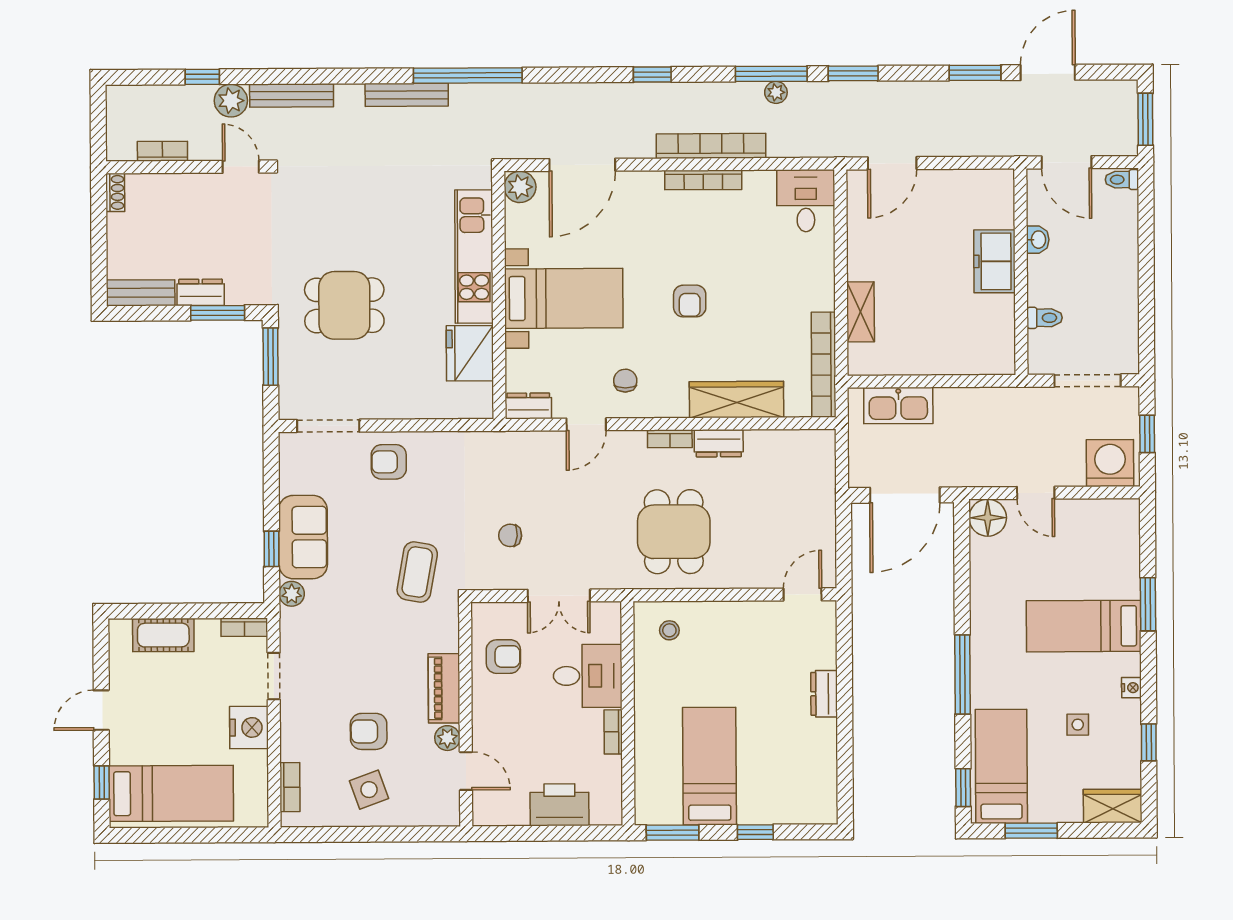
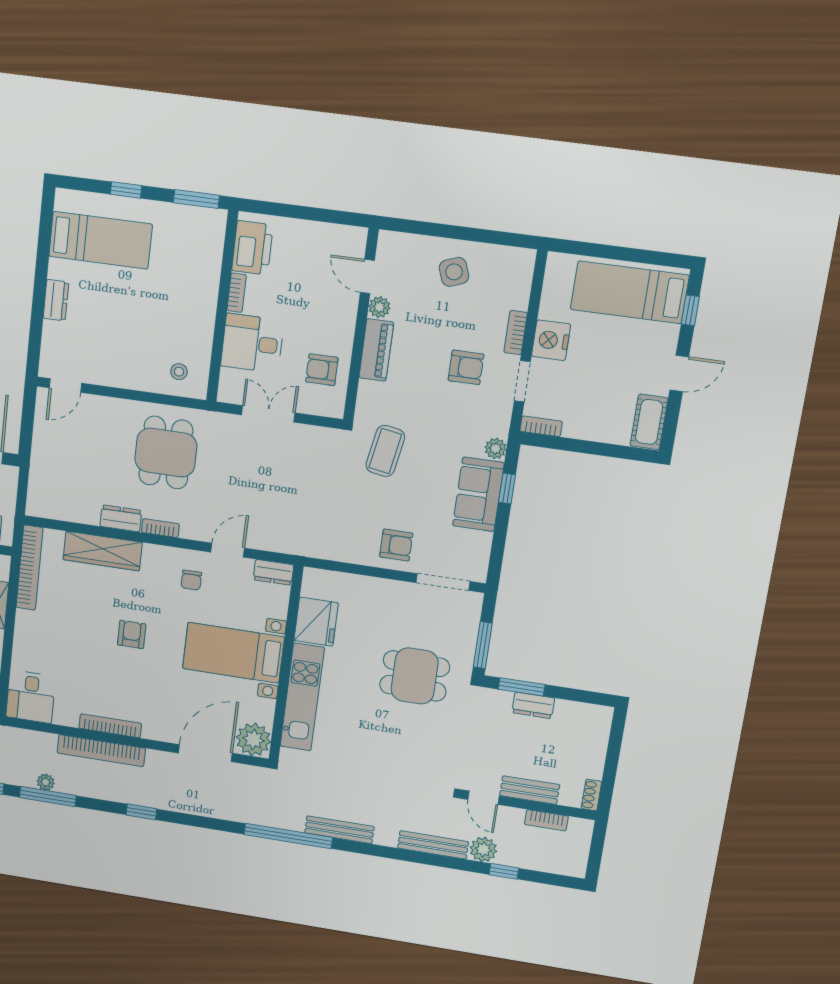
plant: (520, 187) -> (253, 739), width x1.36, depth x1.36
bench: (141, 293) -> (530, 790), moved
chair: (510, 535) -> (303, 470), removed
cot: (163, 635) -> (649, 422), moved, turned 90
armchair: (369, 731) -> (466, 367), moved
bed: (710, 766) -> (101, 240), moved, turned -90
bookcase: (290, 787) -> (516, 333), moved
printer: (559, 805) -> (252, 248), moved, turned -90

